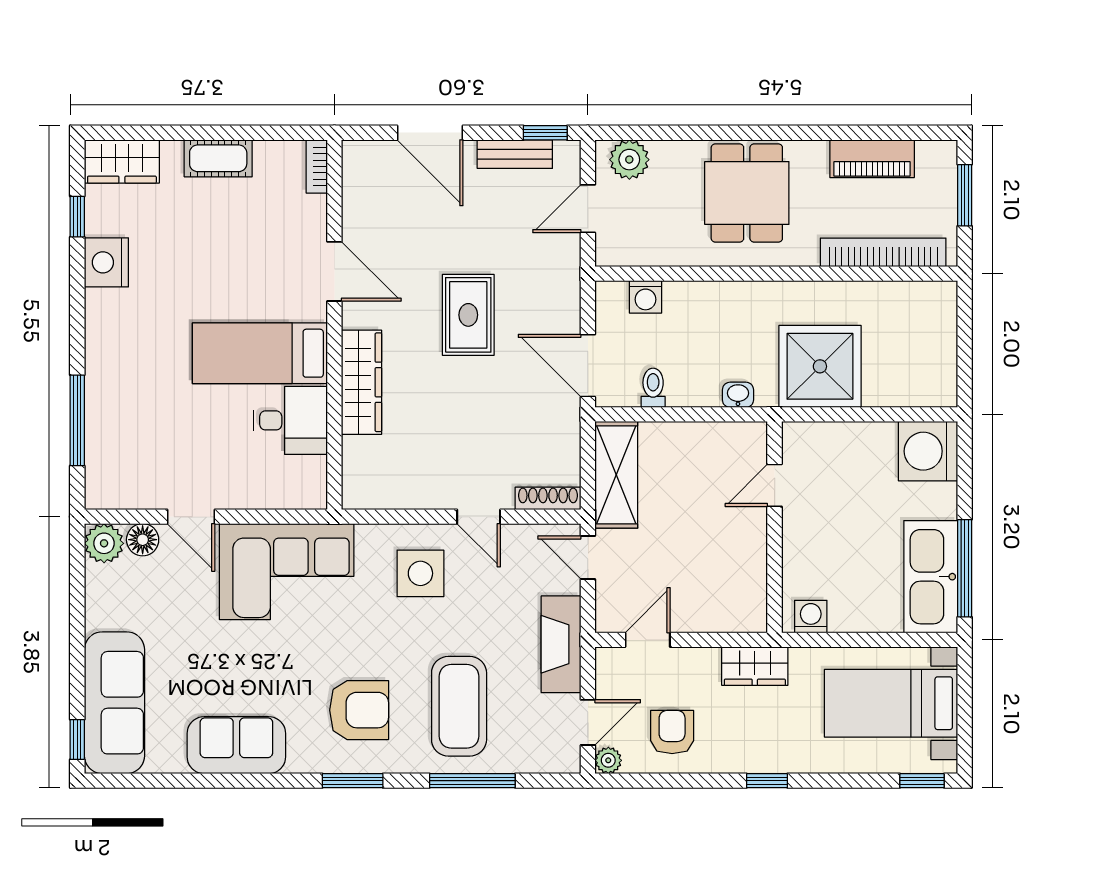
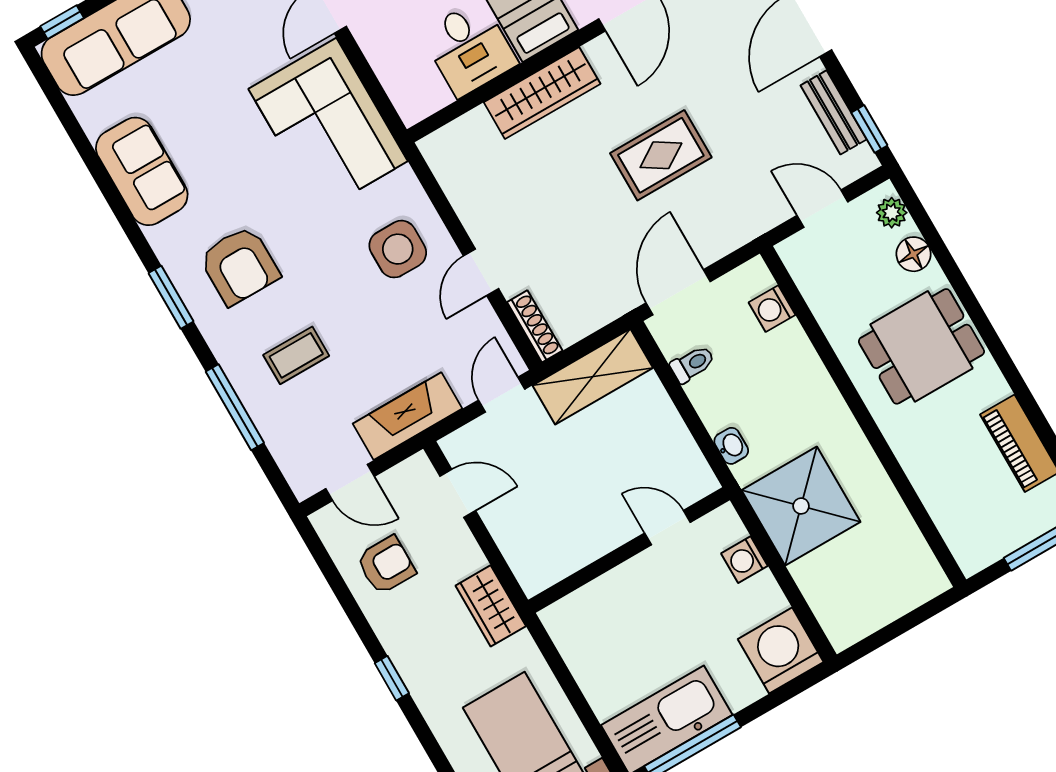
floor lamp: (668, 156) -> (914, 254), added
plant: (629, 160) -> (892, 213), width x0.73, depth x0.73
bookcase: (883, 252) -> (940, 503), removed
washing machine: (811, 617) -> (744, 560), moved, turned 180
coffee table: (459, 706) -> (296, 355), width x0.54, depth x0.58
plant: (608, 760) -> (326, 521), removed

